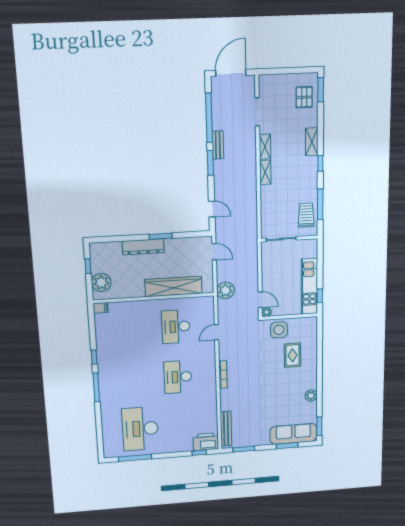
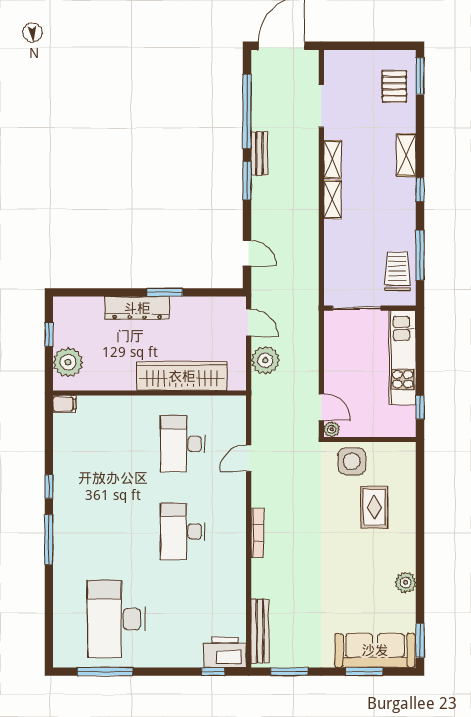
kitchen unit: (309, 286) -> (403, 358), moved
plant: (226, 290) -> (265, 360), moved

